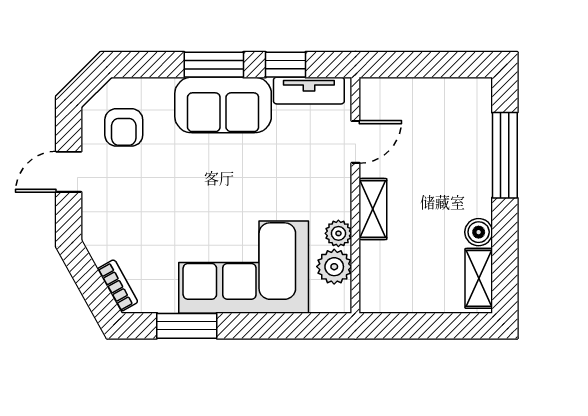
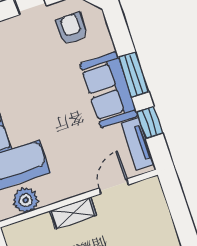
armchair: (124, 127) -> (72, 29), turned 90
door: (355, 142) -> (114, 186), swing flipped
plant: (338, 233) -> (49, 196), removed

